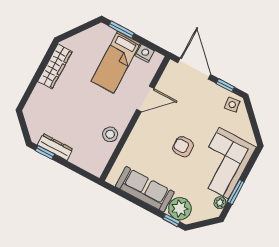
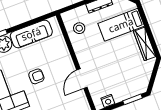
bed: (116, 62) -> (121, 25), moved, turned -90
stool: (110, 134) -> (79, 28), moved

